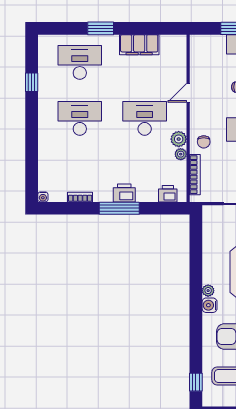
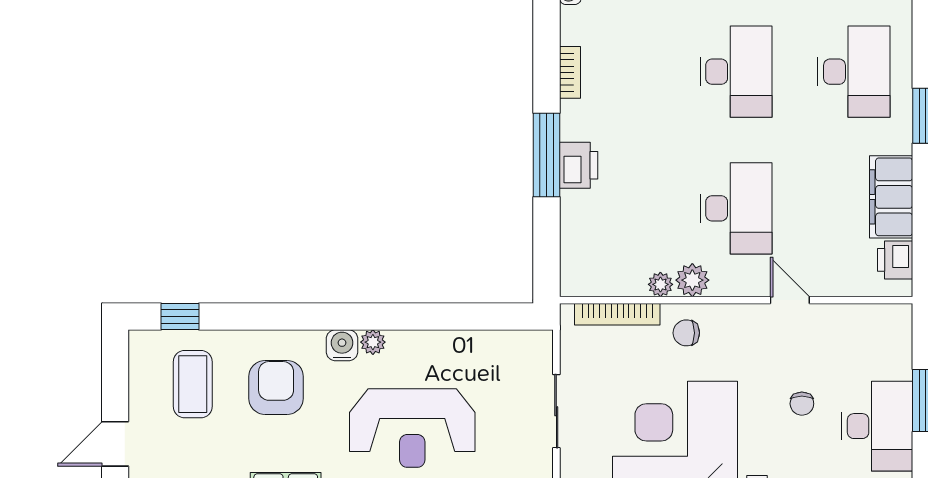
printer: (168, 194) -> (895, 260), moved, turned 180

